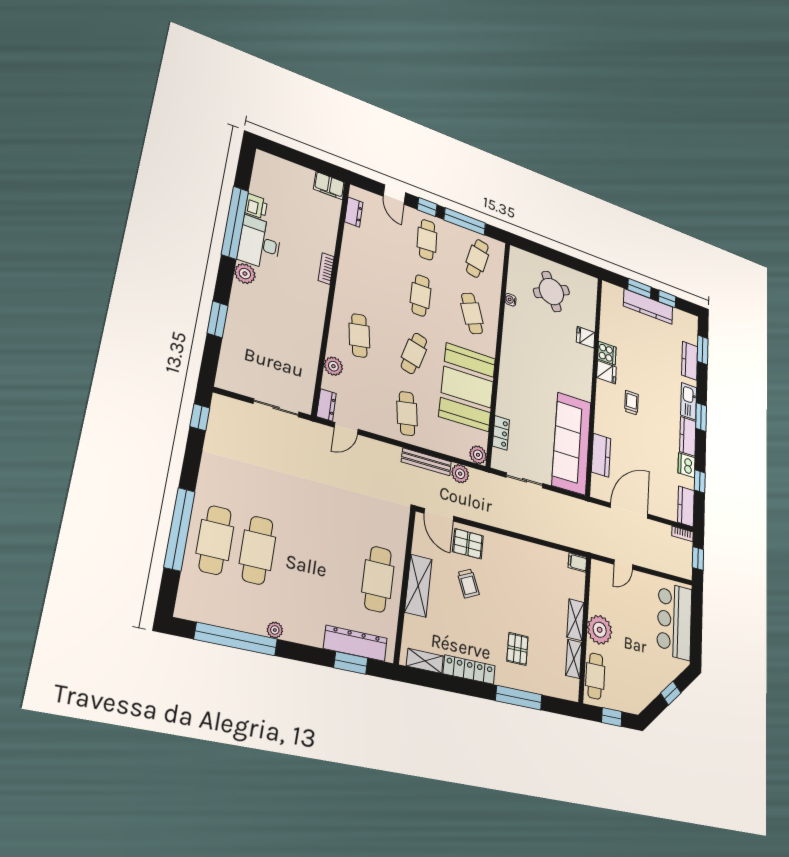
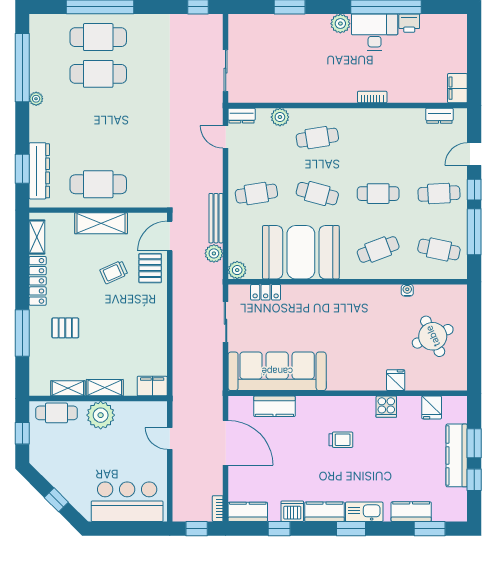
fridge: (606, 372) -> (432, 407), moved
filing cabinet: (577, 562) -> (152, 386), width x2.00

